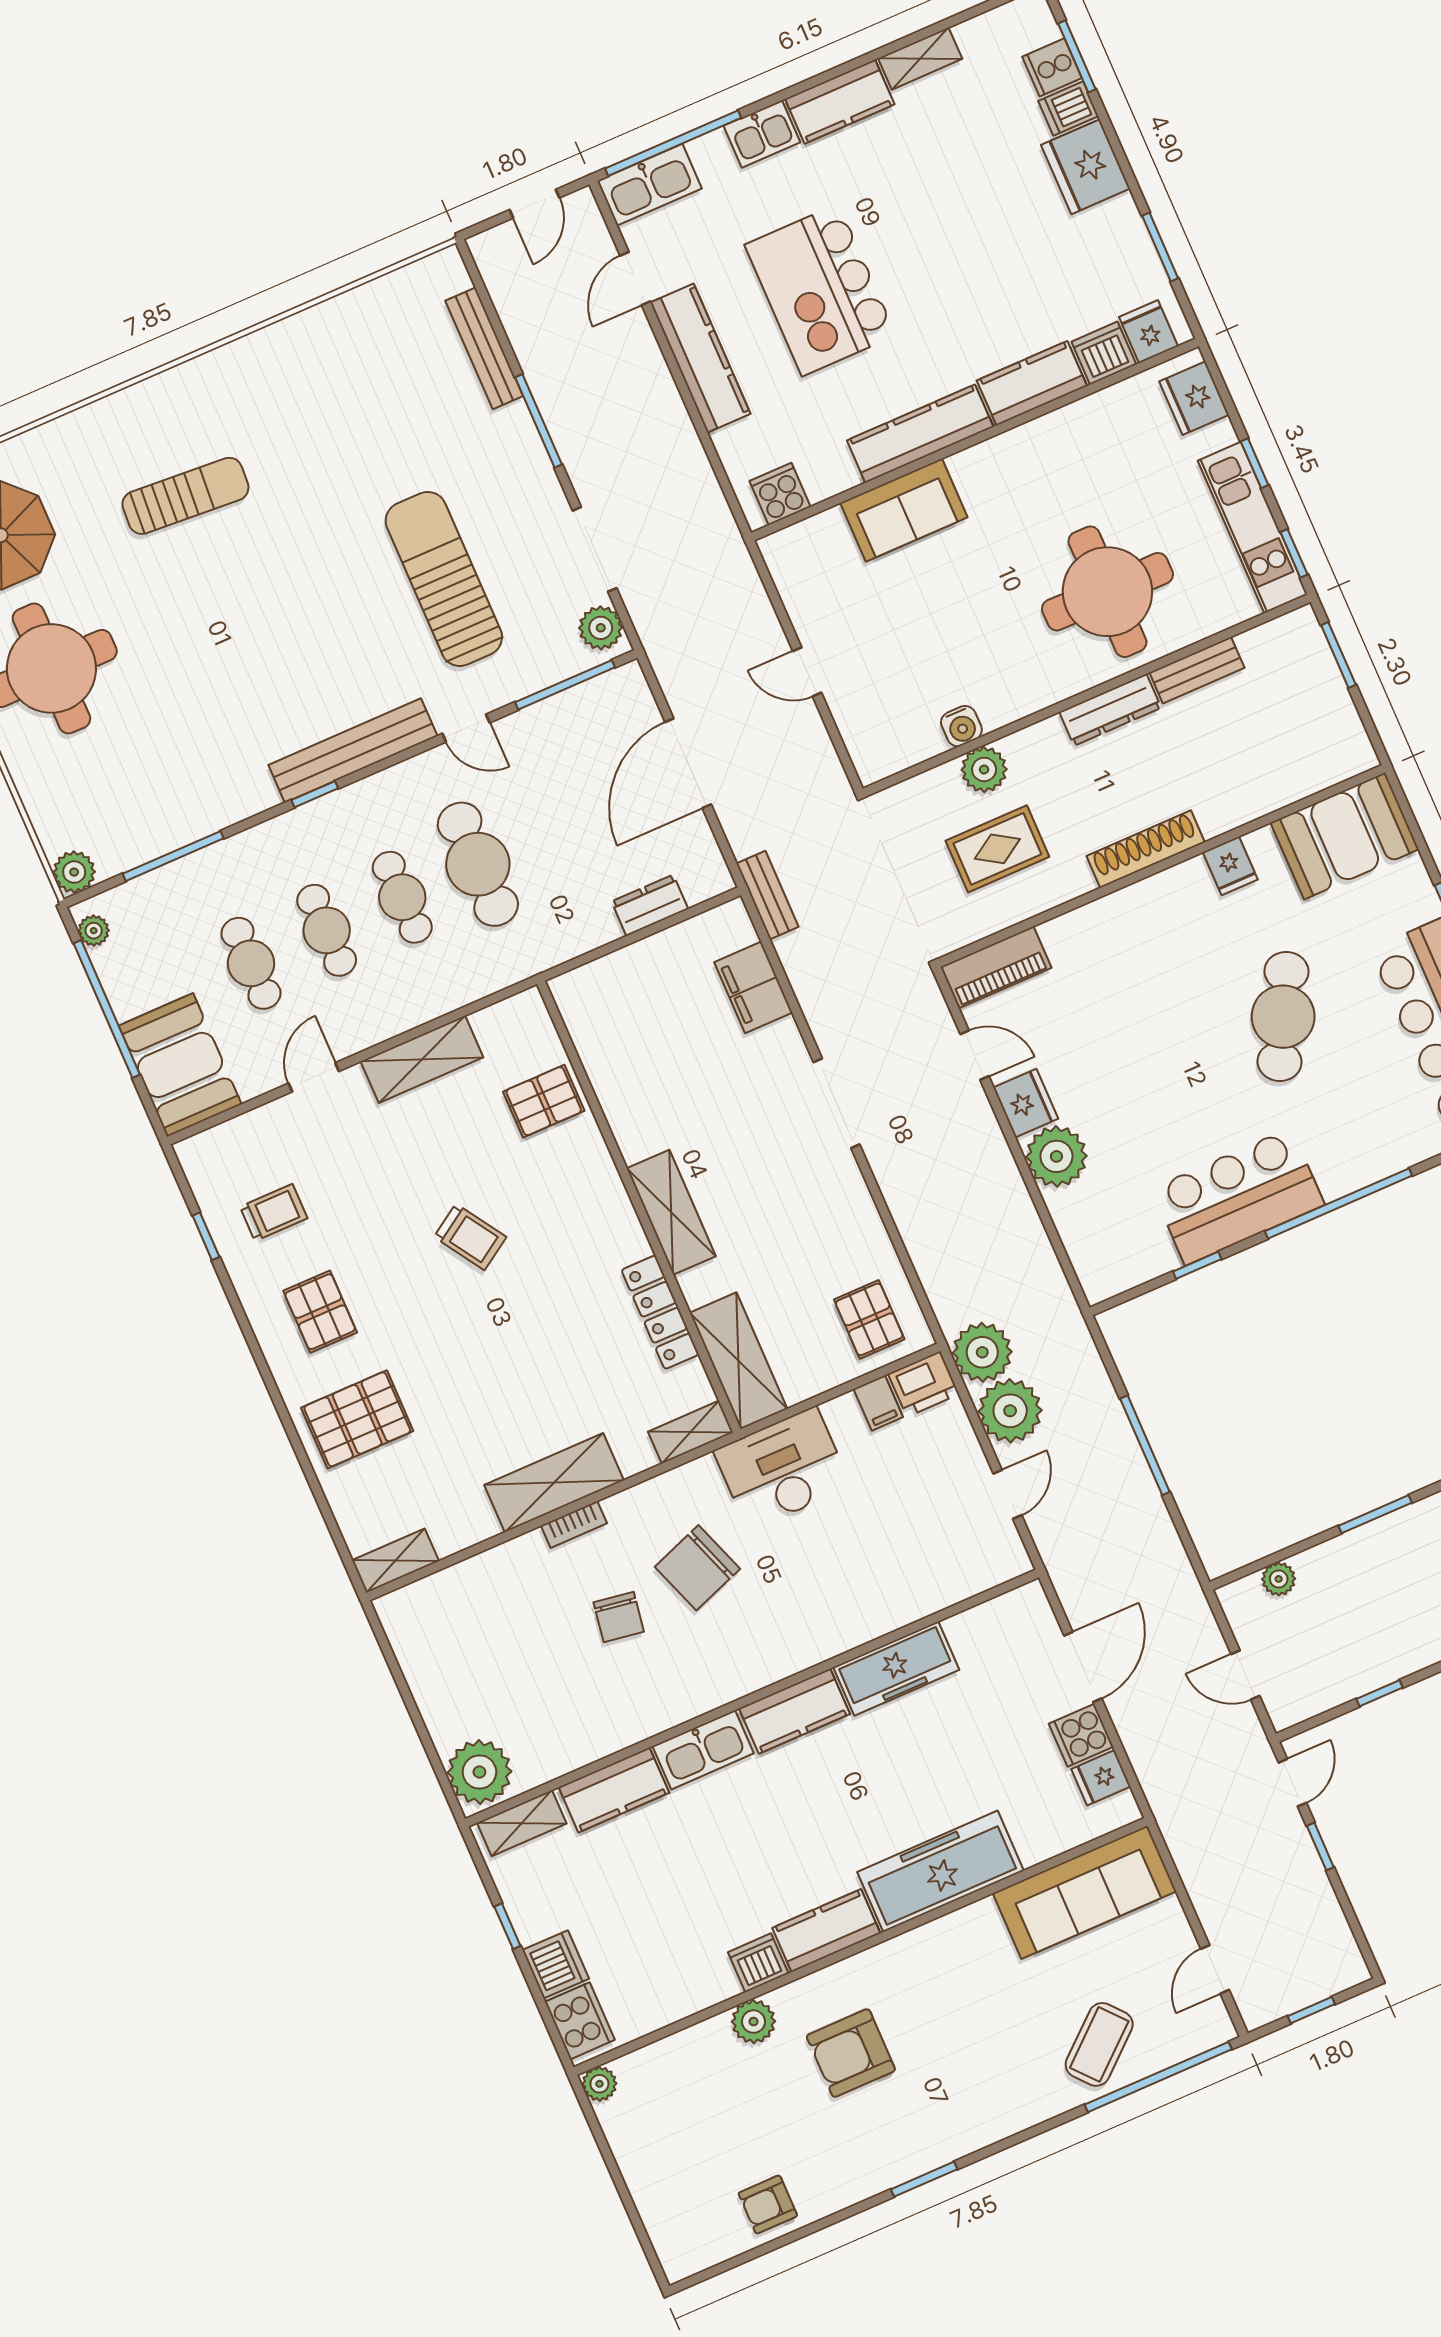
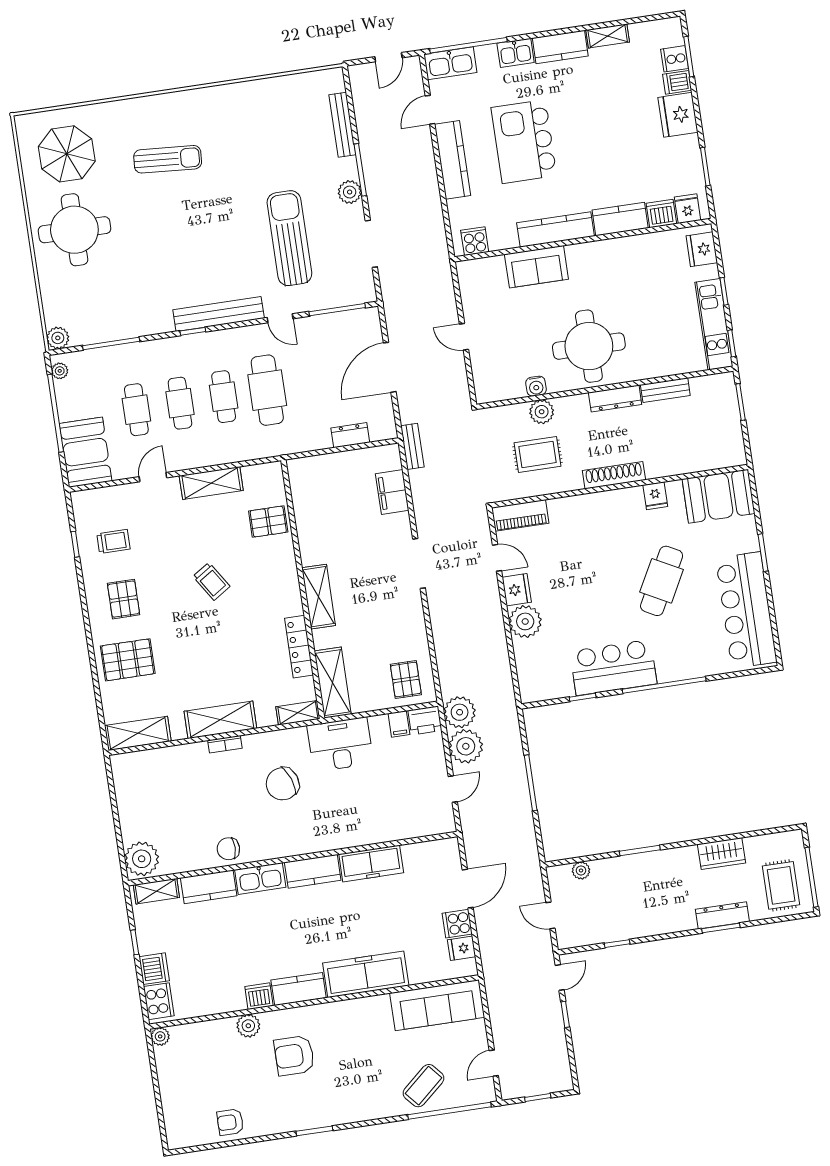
round table: (1107, 592) -> (589, 346), moved
plant: (601, 628) -> (350, 192), moved
shelving: (395, 1561) -> (138, 733), width x1.50, depth x1.33
chair: (619, 1617) -> (228, 849), moved, turned 81

